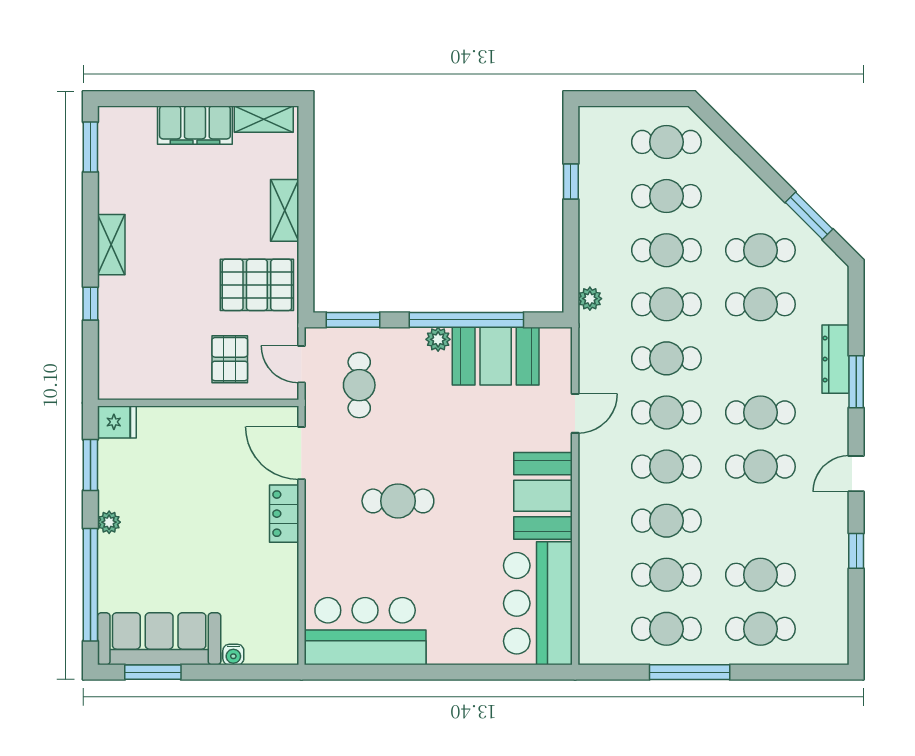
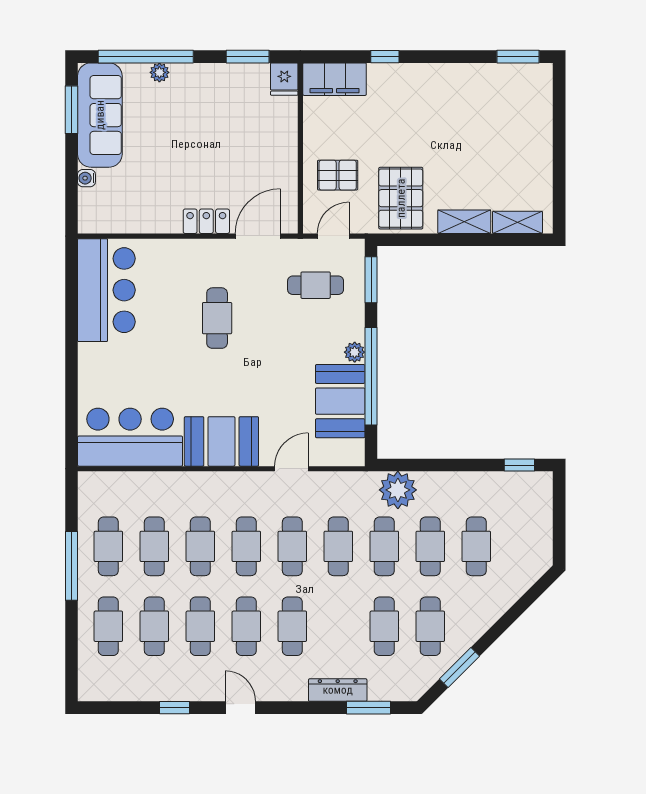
shelving: (264, 119) -> (517, 222), moved, turned 90
filing cabinet: (195, 125) -> (335, 79), moved, turned -90
cafe table: (666, 142) -> (200, 626), moved
window: (571, 181) -> (519, 465), moved
shelving: (111, 245) -> (435, 74), removed
plant: (590, 299) -> (398, 490), width x1.87, depth x1.87
window: (856, 382) -> (368, 708), moved
door: (575, 413) -> (291, 469), swing flipped
plant: (109, 522) -> (159, 72), moved

